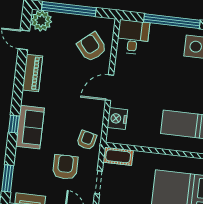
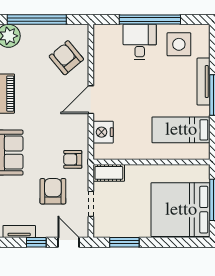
desk: (133, 37) -> (140, 42), moved
armchair: (87, 140) -> (73, 159), turned -103

